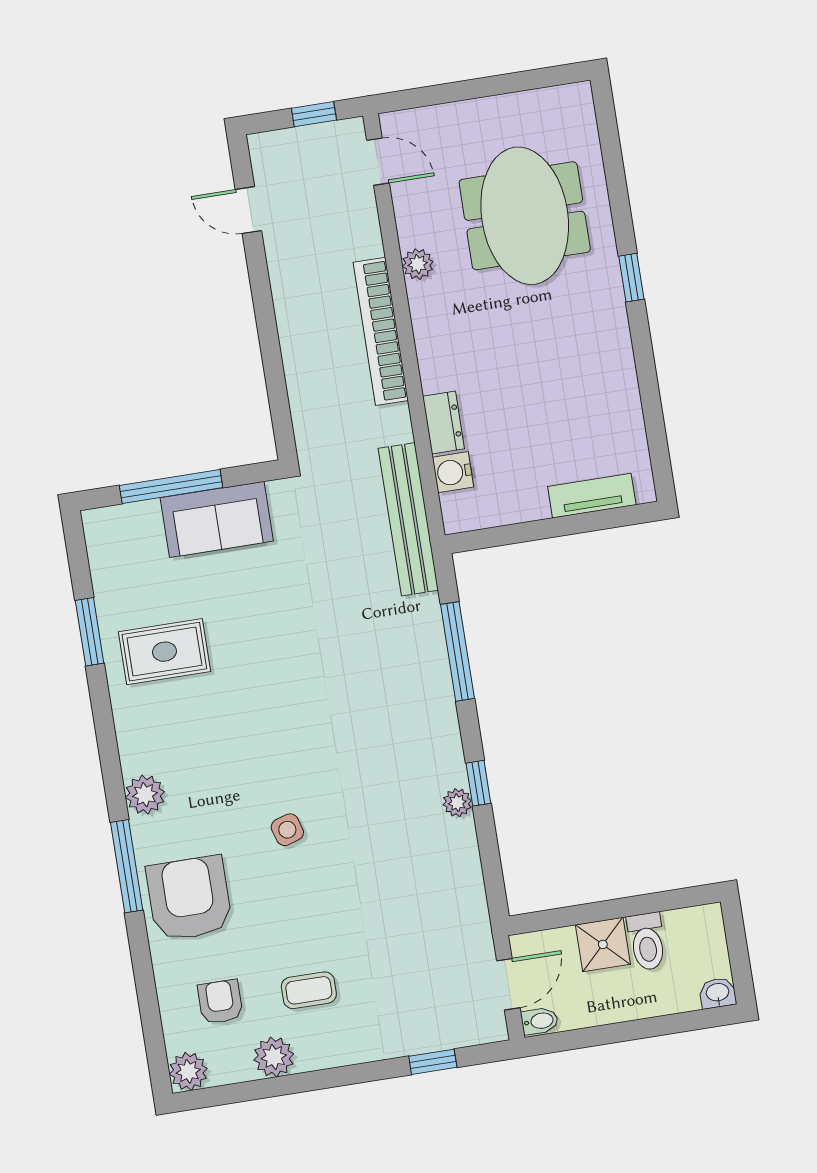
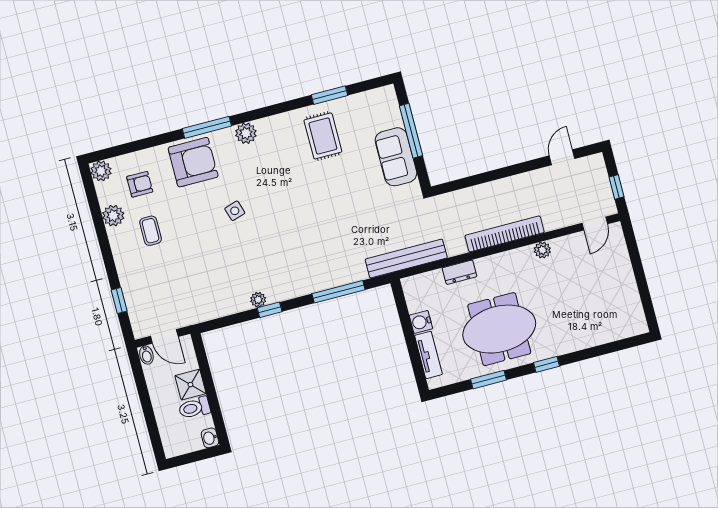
meeting table: (525, 216) -> (499, 329), moved
window: (649, 388) -> (489, 380), added
water cooler: (453, 472) -> (421, 322), moved, turned -90
washbasin: (718, 993) -> (210, 438), moved, turned 180

